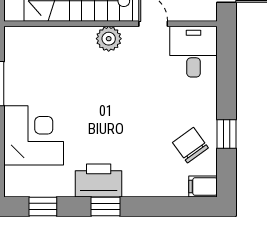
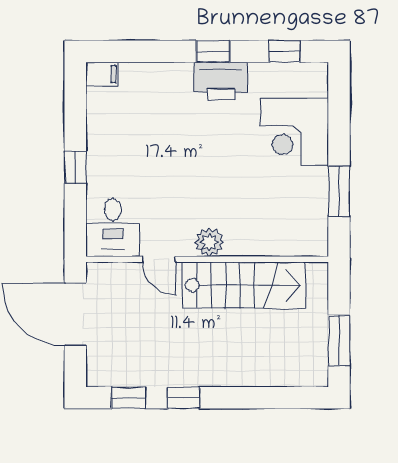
window: (227, 134) -> (75, 167), moved
chair: (190, 145) -> (116, 121), removed

